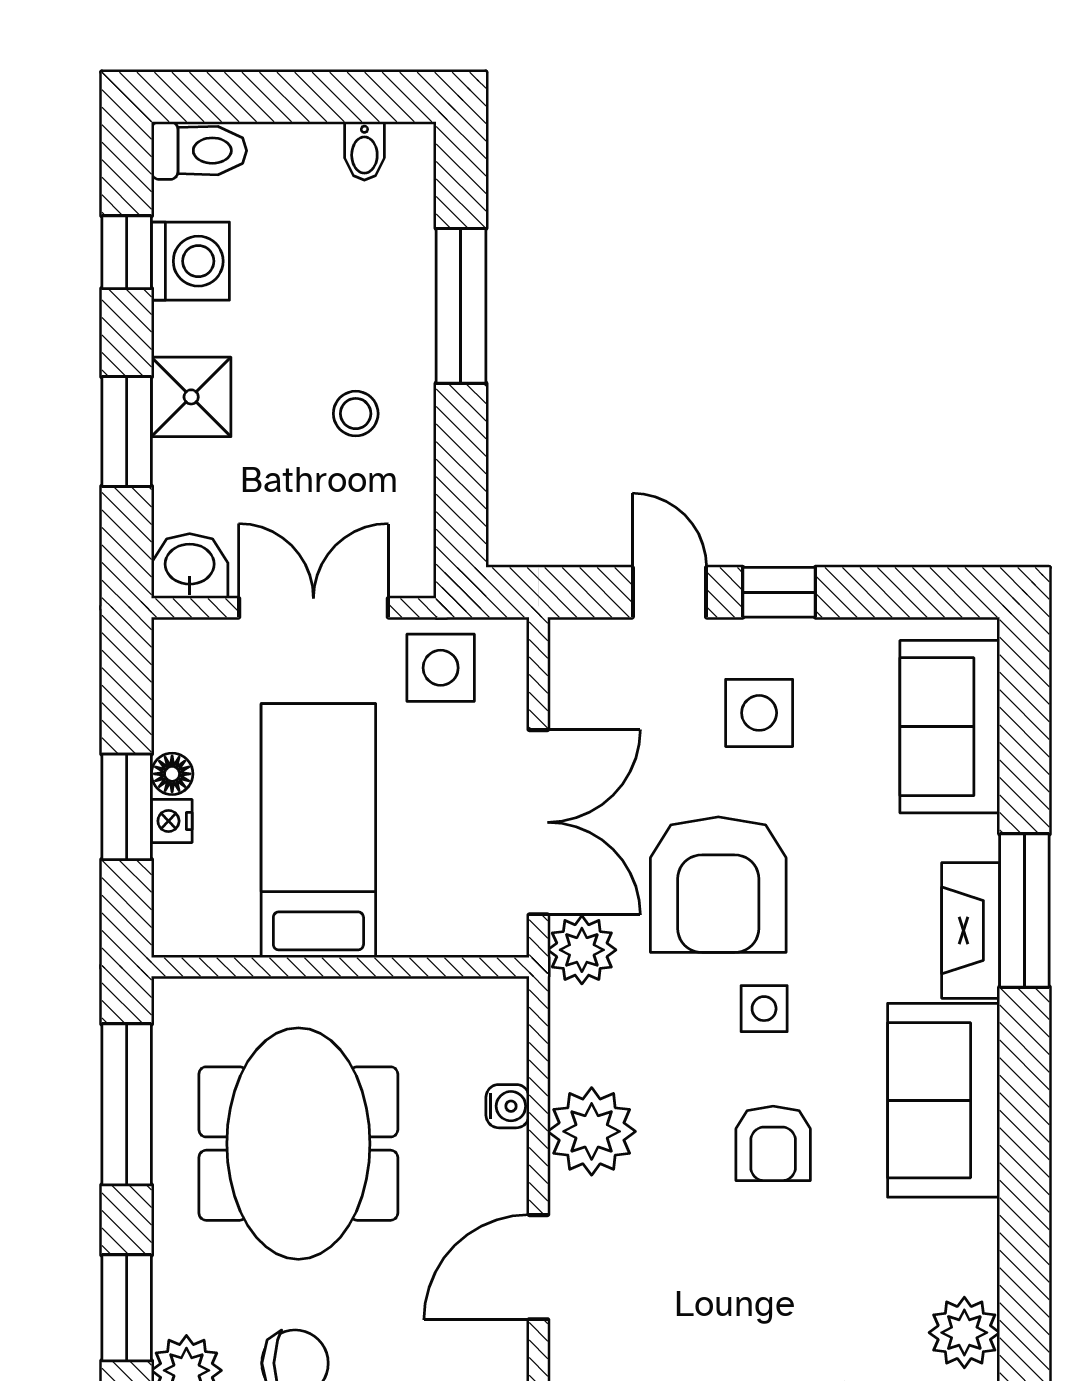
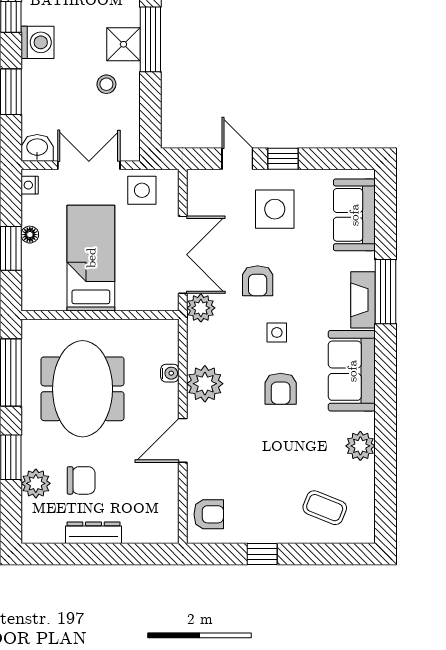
washing machine: (190, 261) -> (37, 42), moved
shower: (191, 397) -> (123, 44), moved
side table: (759, 713) -> (275, 209), width x1.37, depth x1.37
nightstand: (172, 821) -> (30, 185), moved
armchair: (718, 885) -> (258, 281), width x0.53, depth x0.53
plant: (964, 1333) -> (360, 446), moved

